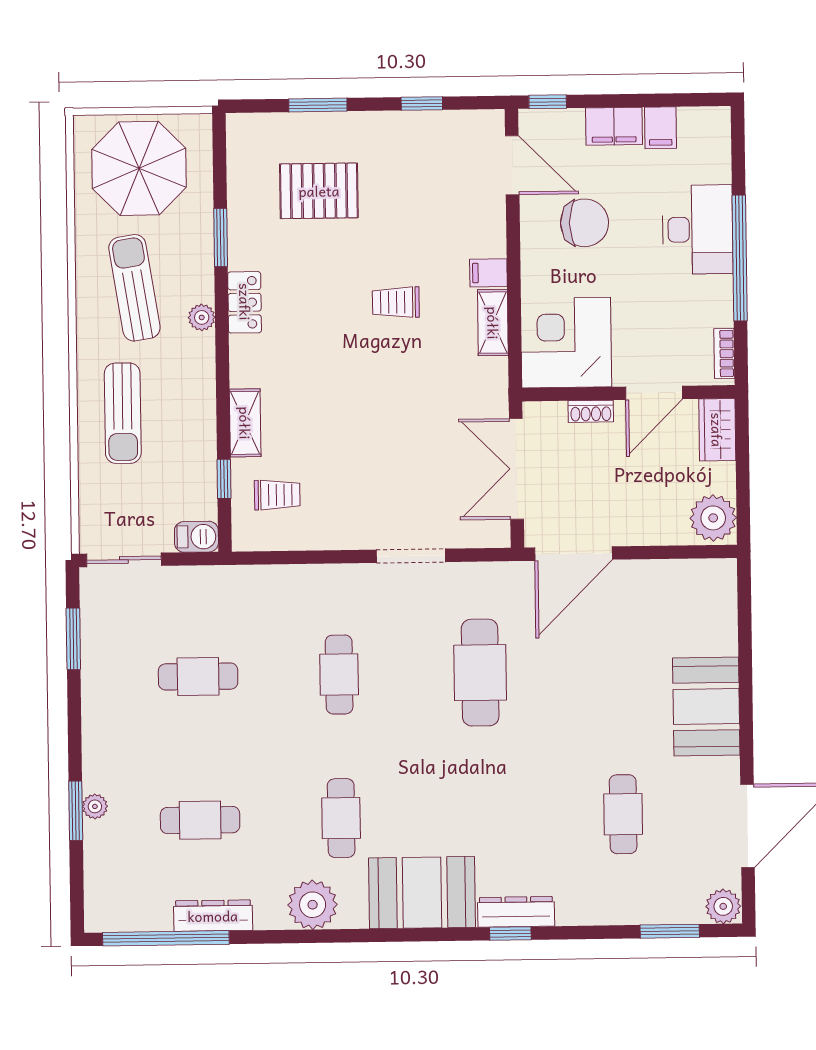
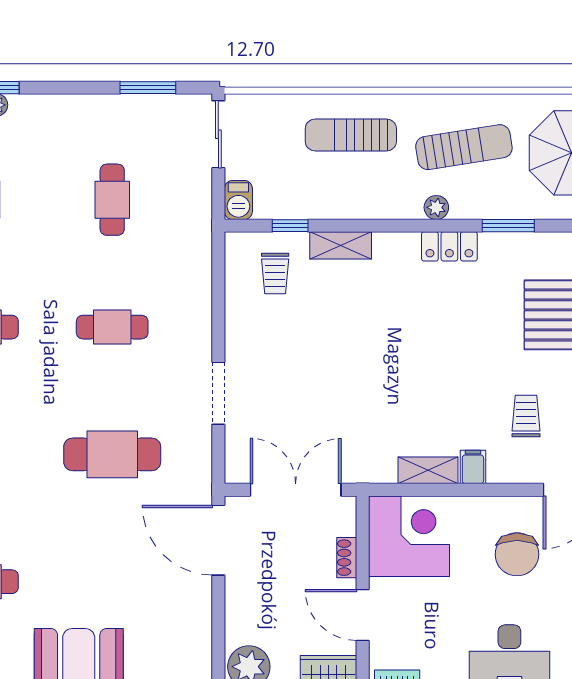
trolley: (396, 302) -> (526, 416), moved

